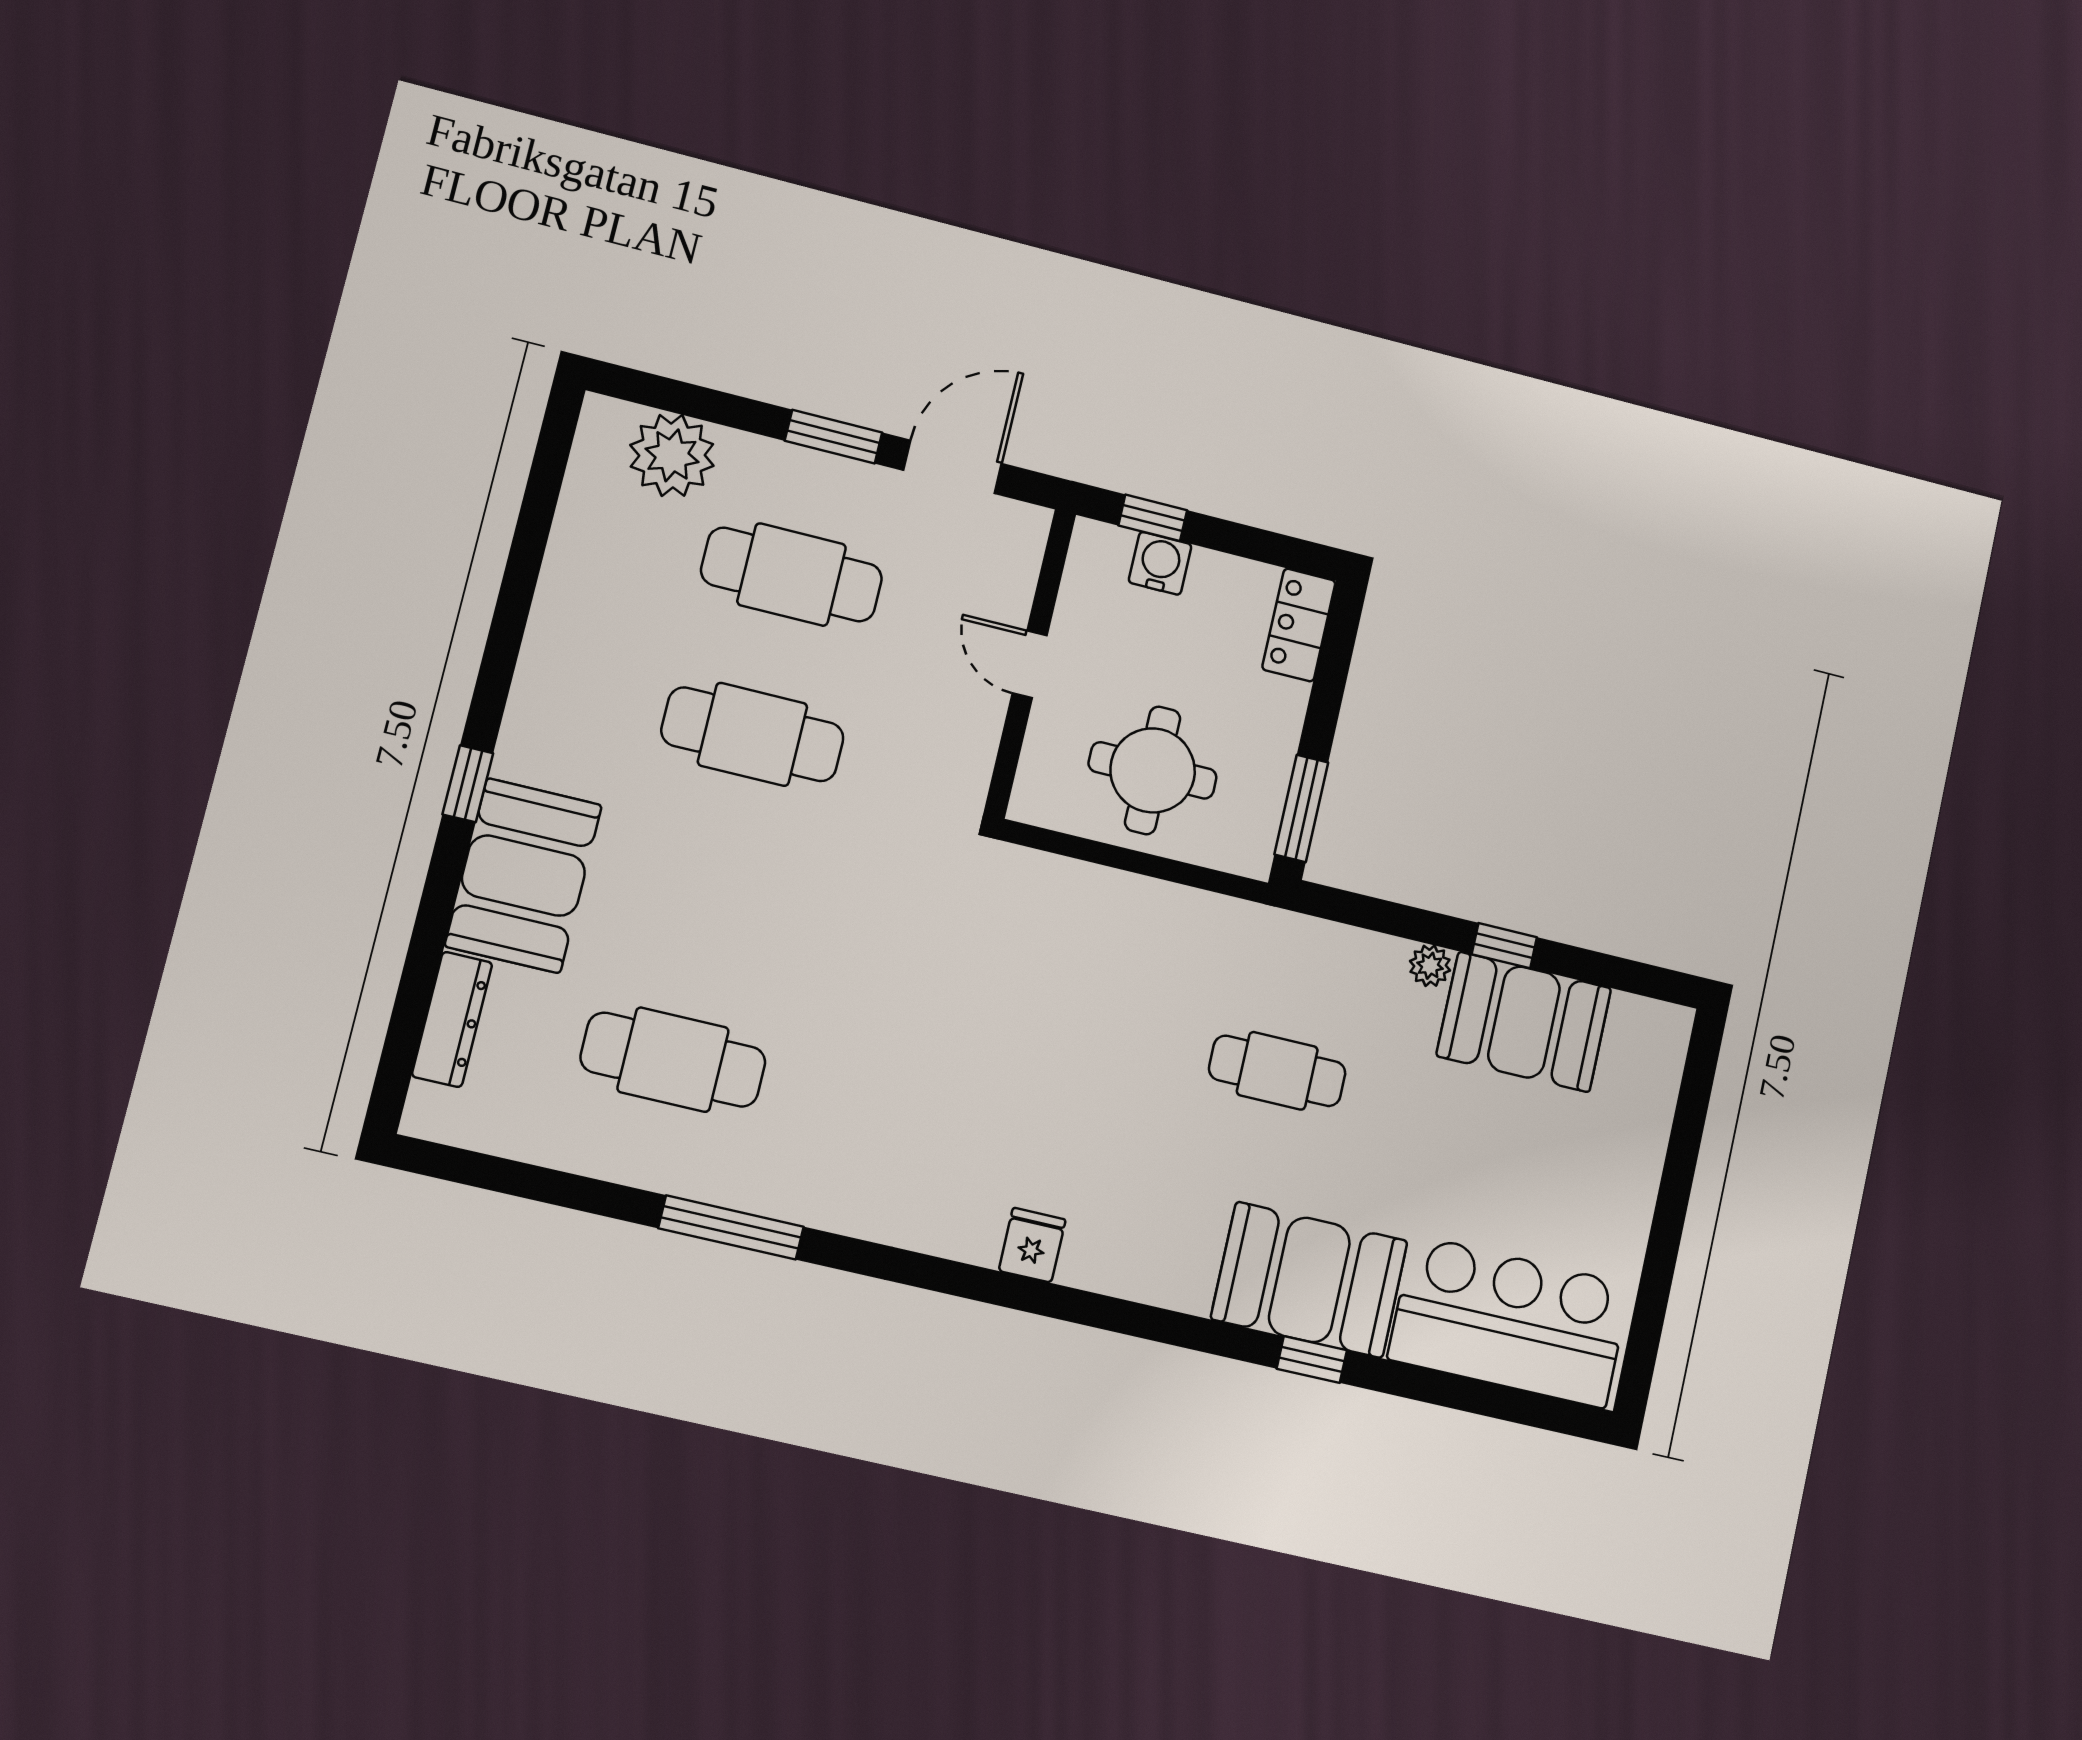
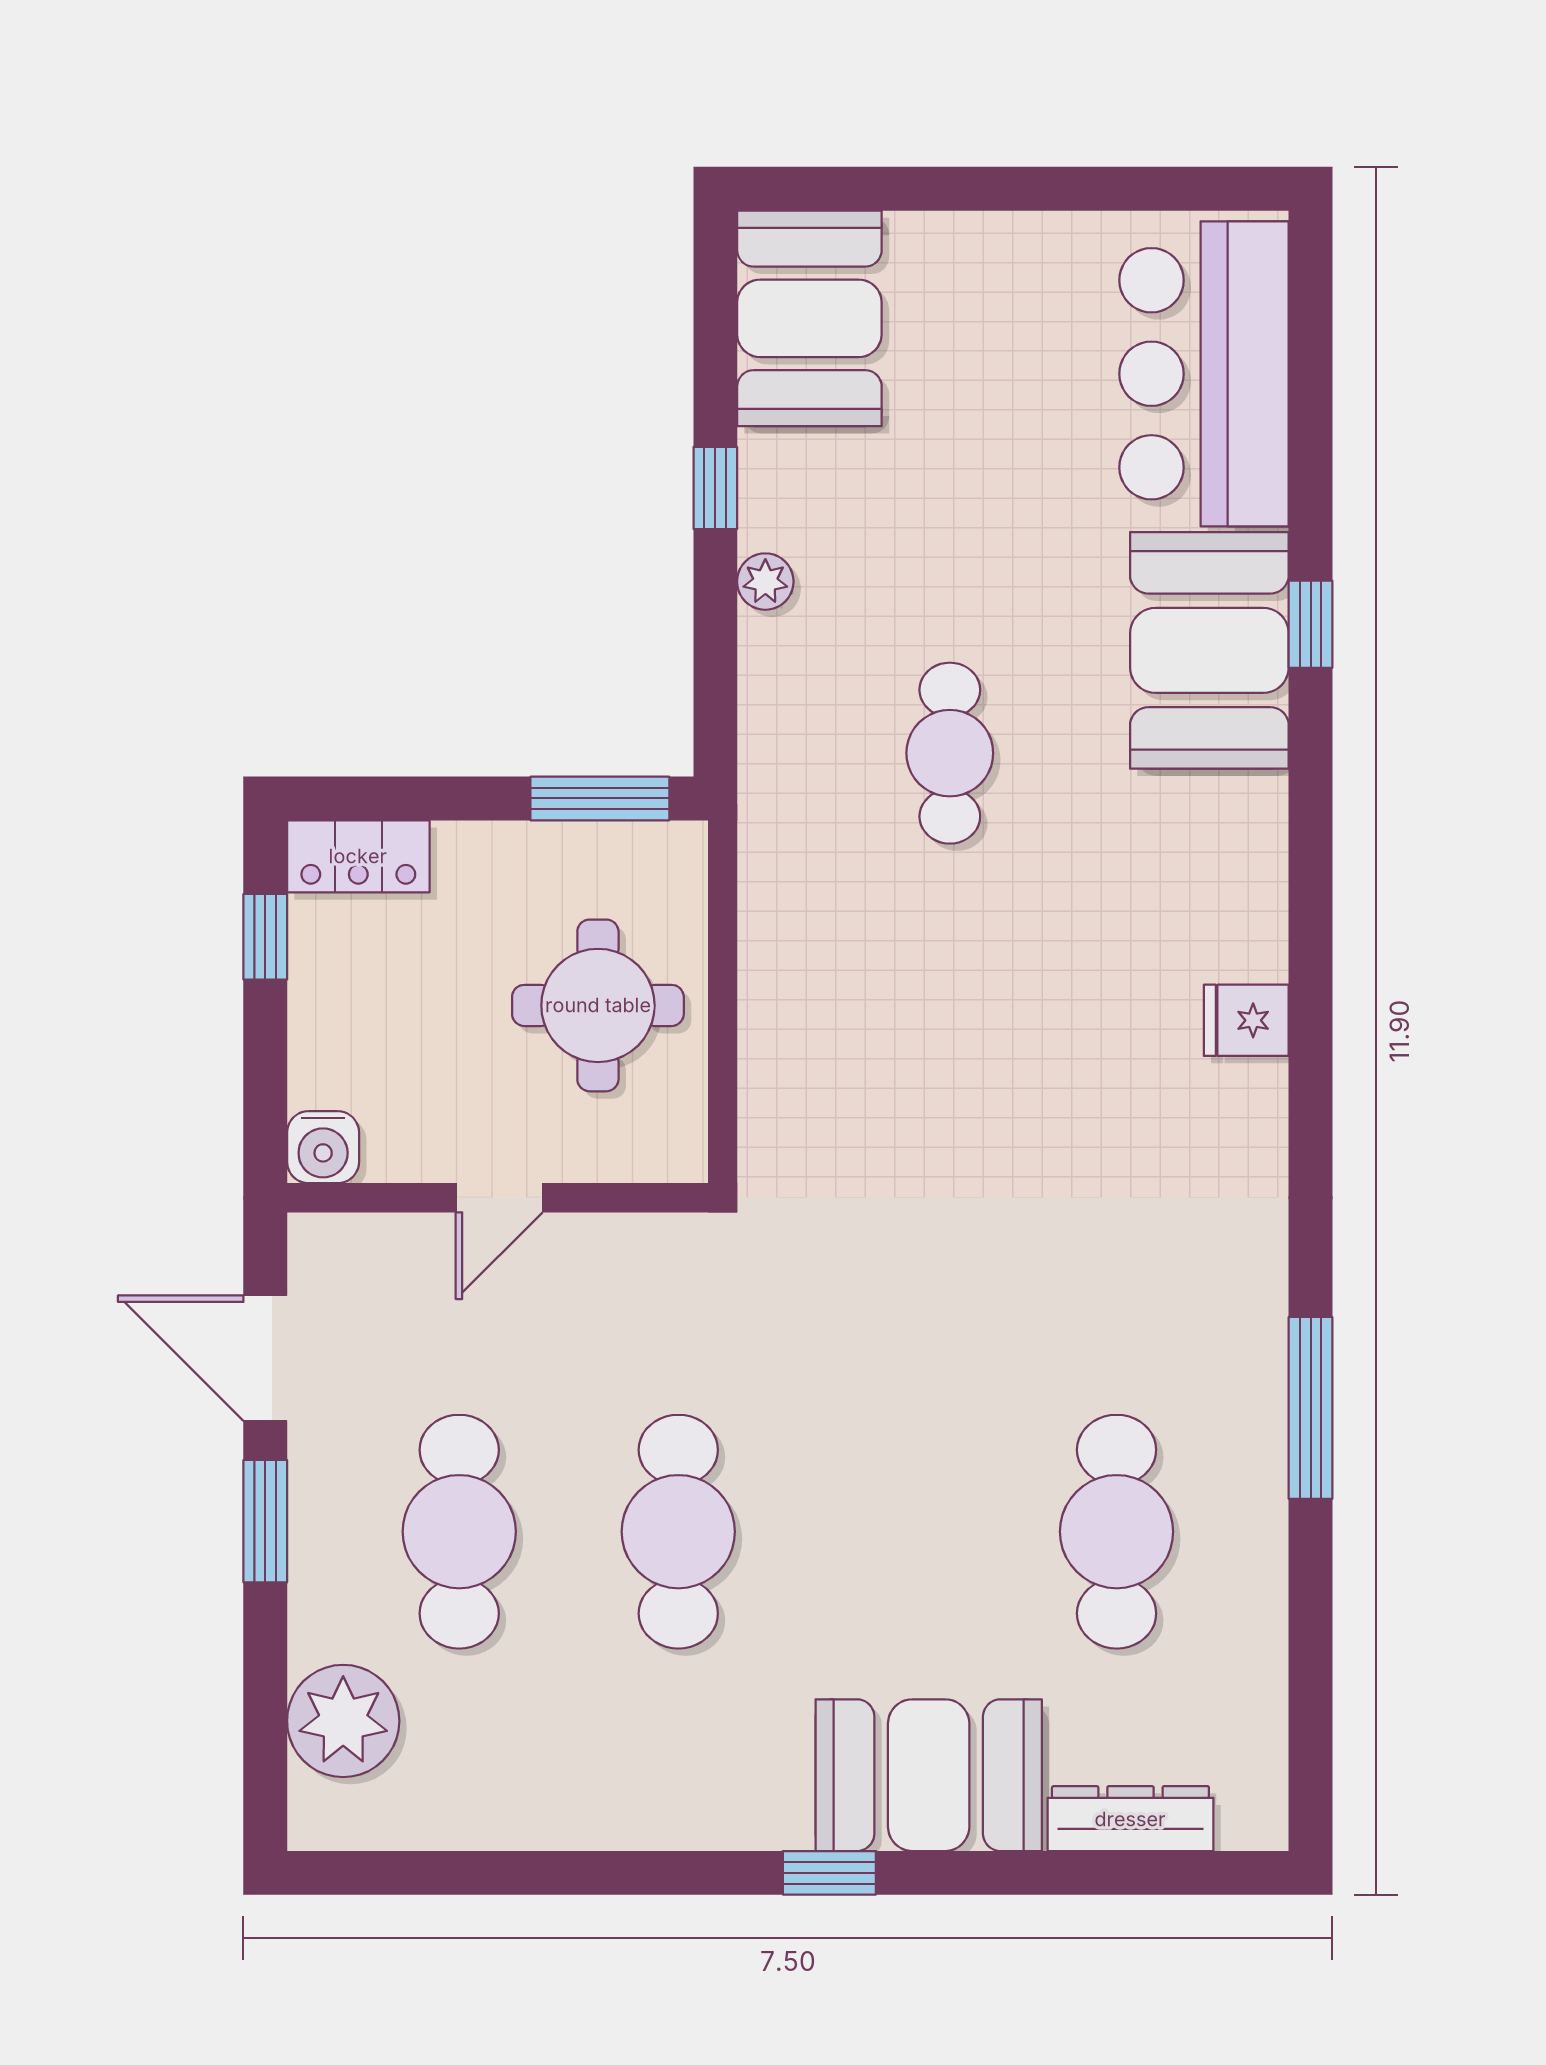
window: (1153, 518) -> (265, 937), moved
water cooler: (1160, 563) -> (323, 1147), moved, turned -90
booth: (1524, 1022) -> (809, 318), moved

